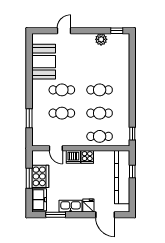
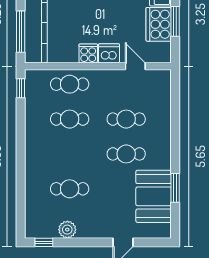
cafe table: (100, 90) -> (70, 189), moved
window: (29, 118) -> (175, 188), moved
window: (132, 171) -> (21, 32), width x2.17

